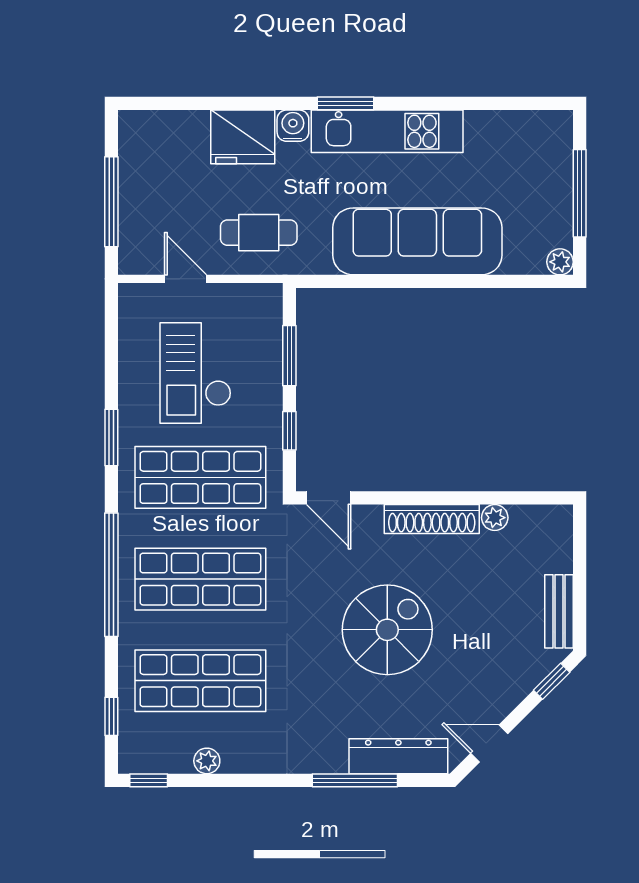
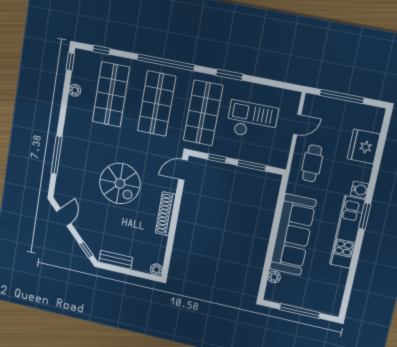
fridge: (243, 137) -> (364, 147), moved
plant: (560, 262) -> (274, 277), moved
plant: (495, 518) -> (156, 270), moved
dresser: (398, 756) -> (64, 176), removed

